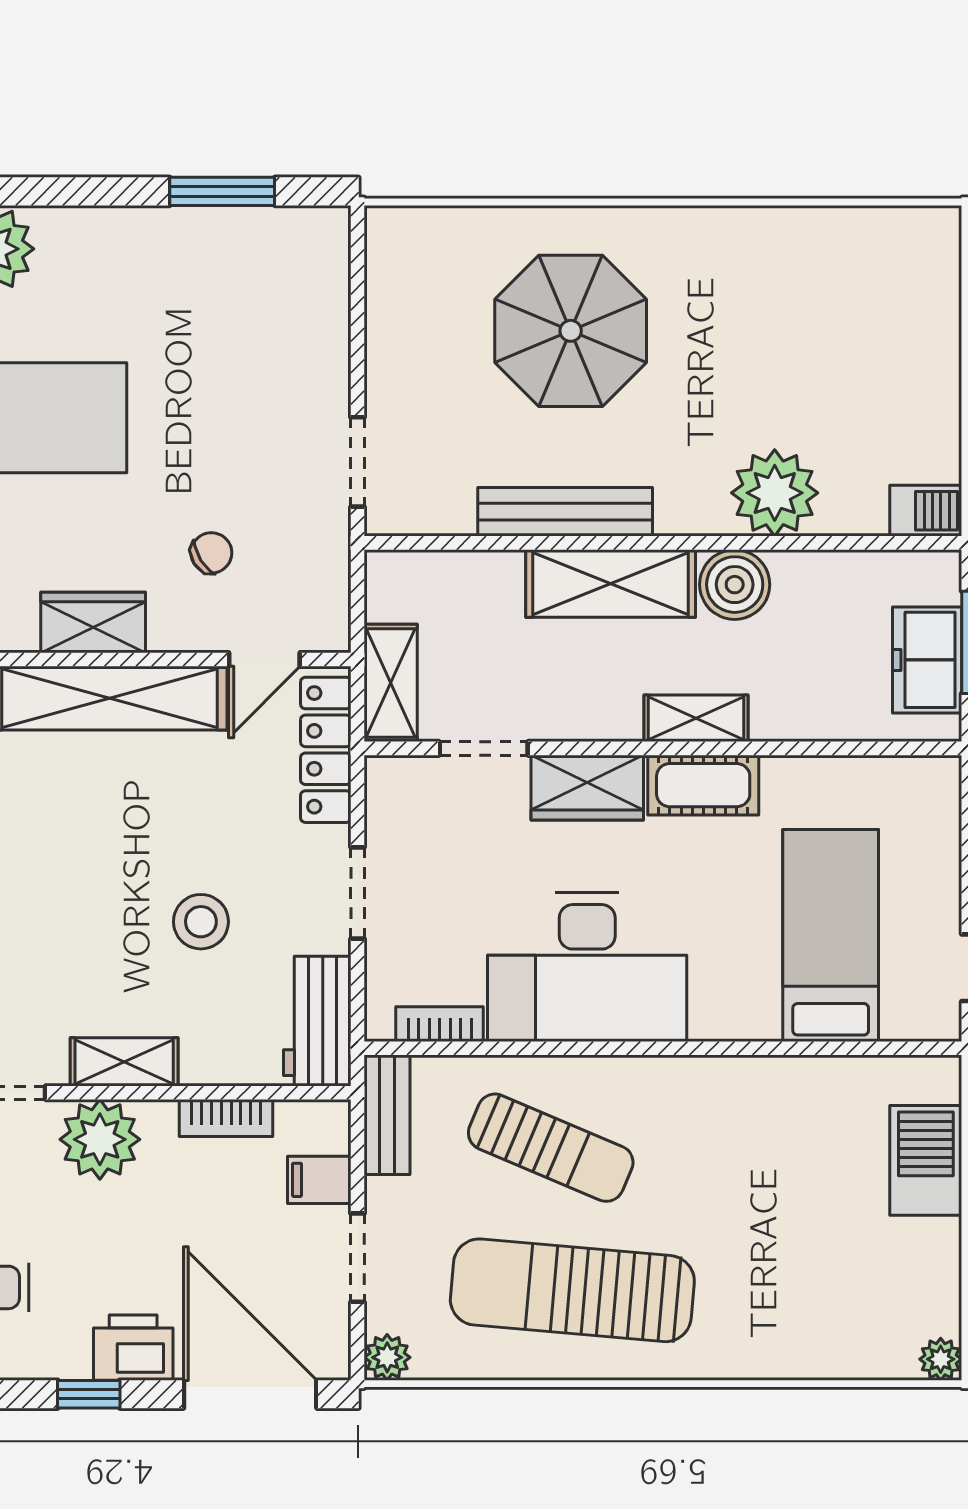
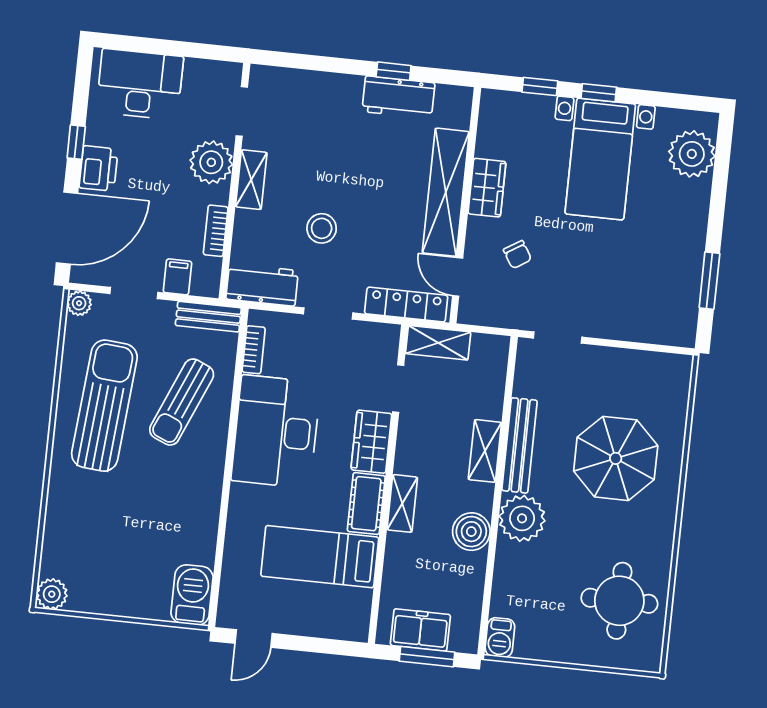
round table: (834, 296) -> (619, 601), added
plant: (775, 493) -> (522, 518), moved
shelving: (611, 583) -> (485, 451), width x0.67, depth x0.75
bed: (831, 935) -> (320, 557), moved, turned 180
barbecue: (926, 1160) -> (192, 595), moved, turned -90
plant: (941, 1359) -> (52, 594), width x1.38, depth x1.38

